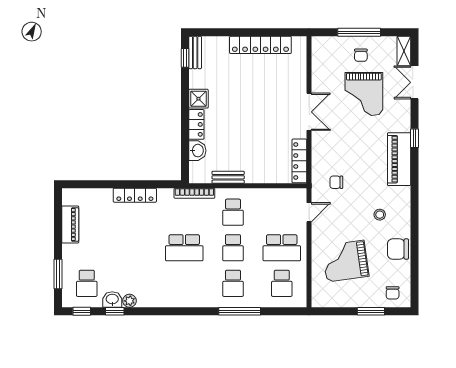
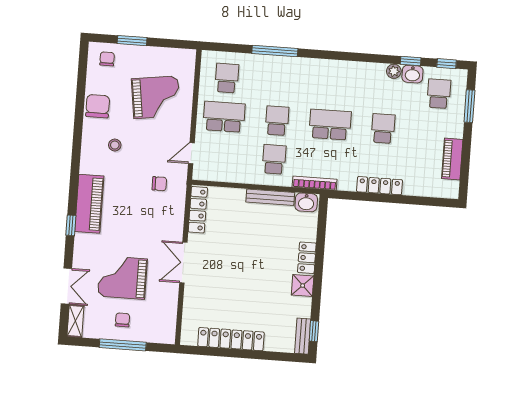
grand piano: (364, 94) -> (122, 278), turned -90
washbasin: (197, 151) -> (306, 202), moved, turned -90
bench: (228, 177) -> (270, 197), width x1.36
chair: (398, 249) -> (98, 106), turned -90
school desk: (233, 283) -> (383, 128), moved

